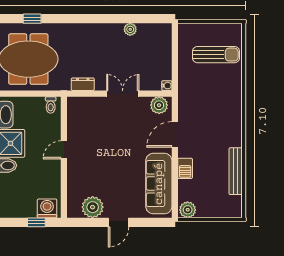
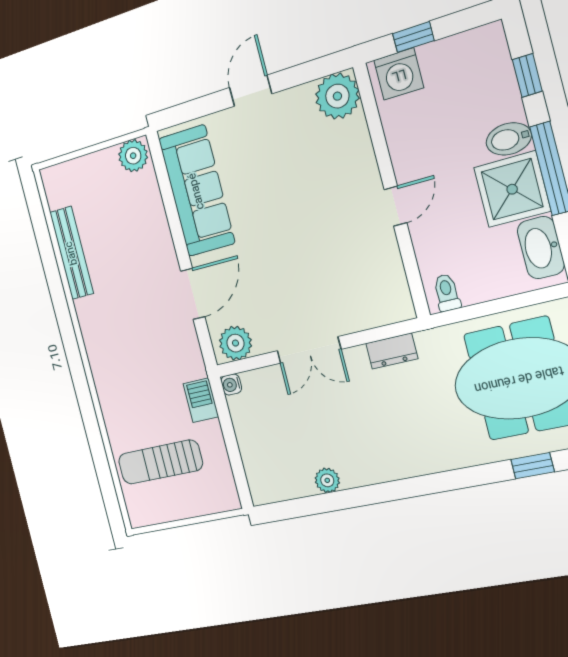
barbecue: (185, 168) -> (201, 400), moved
plant: (93, 207) -> (337, 96), moved

